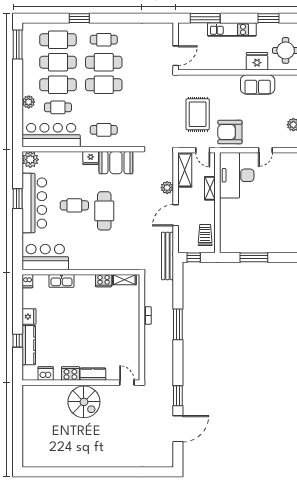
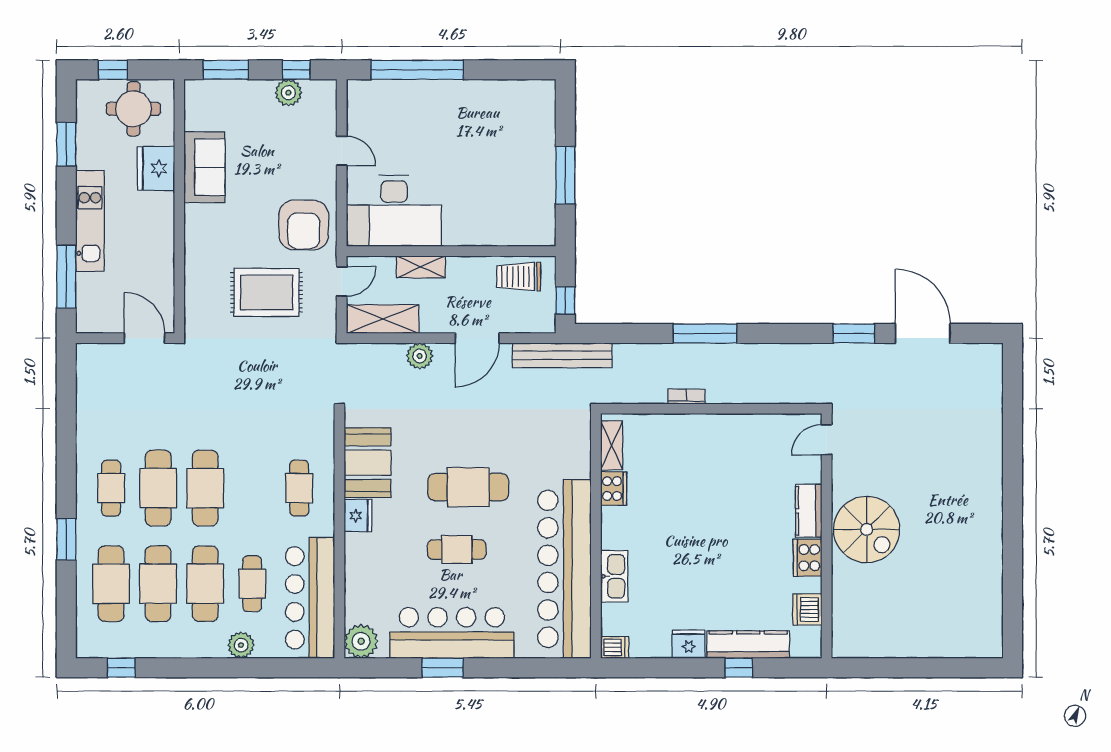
window: (18, 45) -> (121, 668), width x0.46
cafe table: (74, 205) -> (457, 550), turned 90
door: (176, 215) -> (477, 338), hinge flipped
bar counter: (45, 257) -> (564, 569), width x1.86
spiral stairs: (84, 402) -> (867, 529), turned 90

